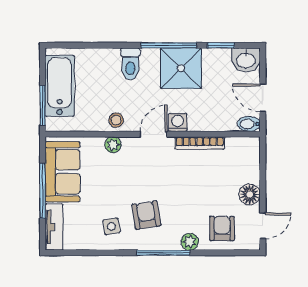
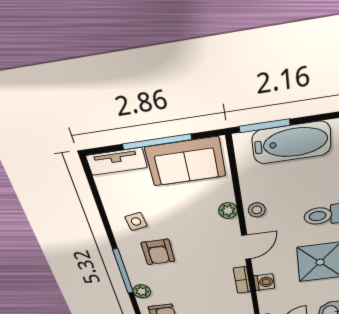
washing machine: (178, 122) -> (264, 282), moved
door: (154, 134) -> (246, 247), hinge flipped
bookcase: (200, 143) -> (242, 280), width x0.64
armchair: (146, 215) -> (158, 252), turned 99

